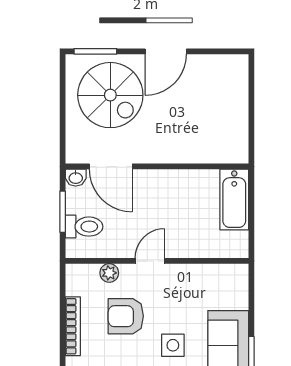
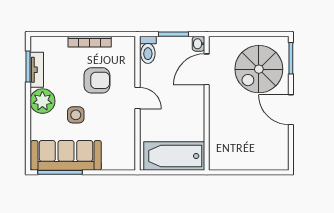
bathtub: (234, 200) -> (174, 156), width x1.36, depth x1.36
toilet: (84, 227) -> (148, 50), moved
plant: (109, 273) -> (129, 68), removed
armchair: (126, 316) -> (97, 80), turned 90

